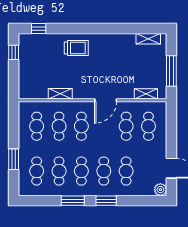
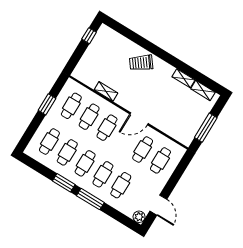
window: (39, 29) -> (121, 29), removed
trolley: (76, 48) -> (141, 63), turned 143
shelving: (146, 94) -> (184, 78), moved
window: (14, 159) -> (47, 104), moved
window: (106, 201) -> (90, 199), width x1.44

